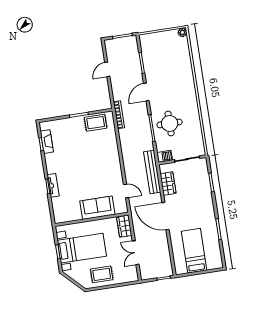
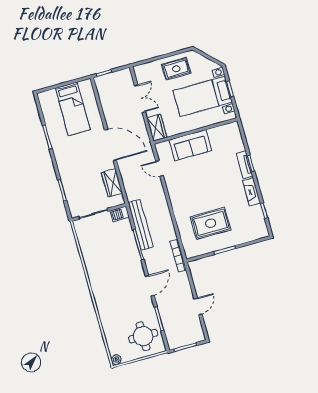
rug: (96, 123) -> (211, 223), moved, width x1.36, depth x1.43
round table: (170, 123) -> (143, 336), moved
fireplace: (47, 142) -> (252, 192), moved
bench: (152, 172) -> (141, 225), moved

